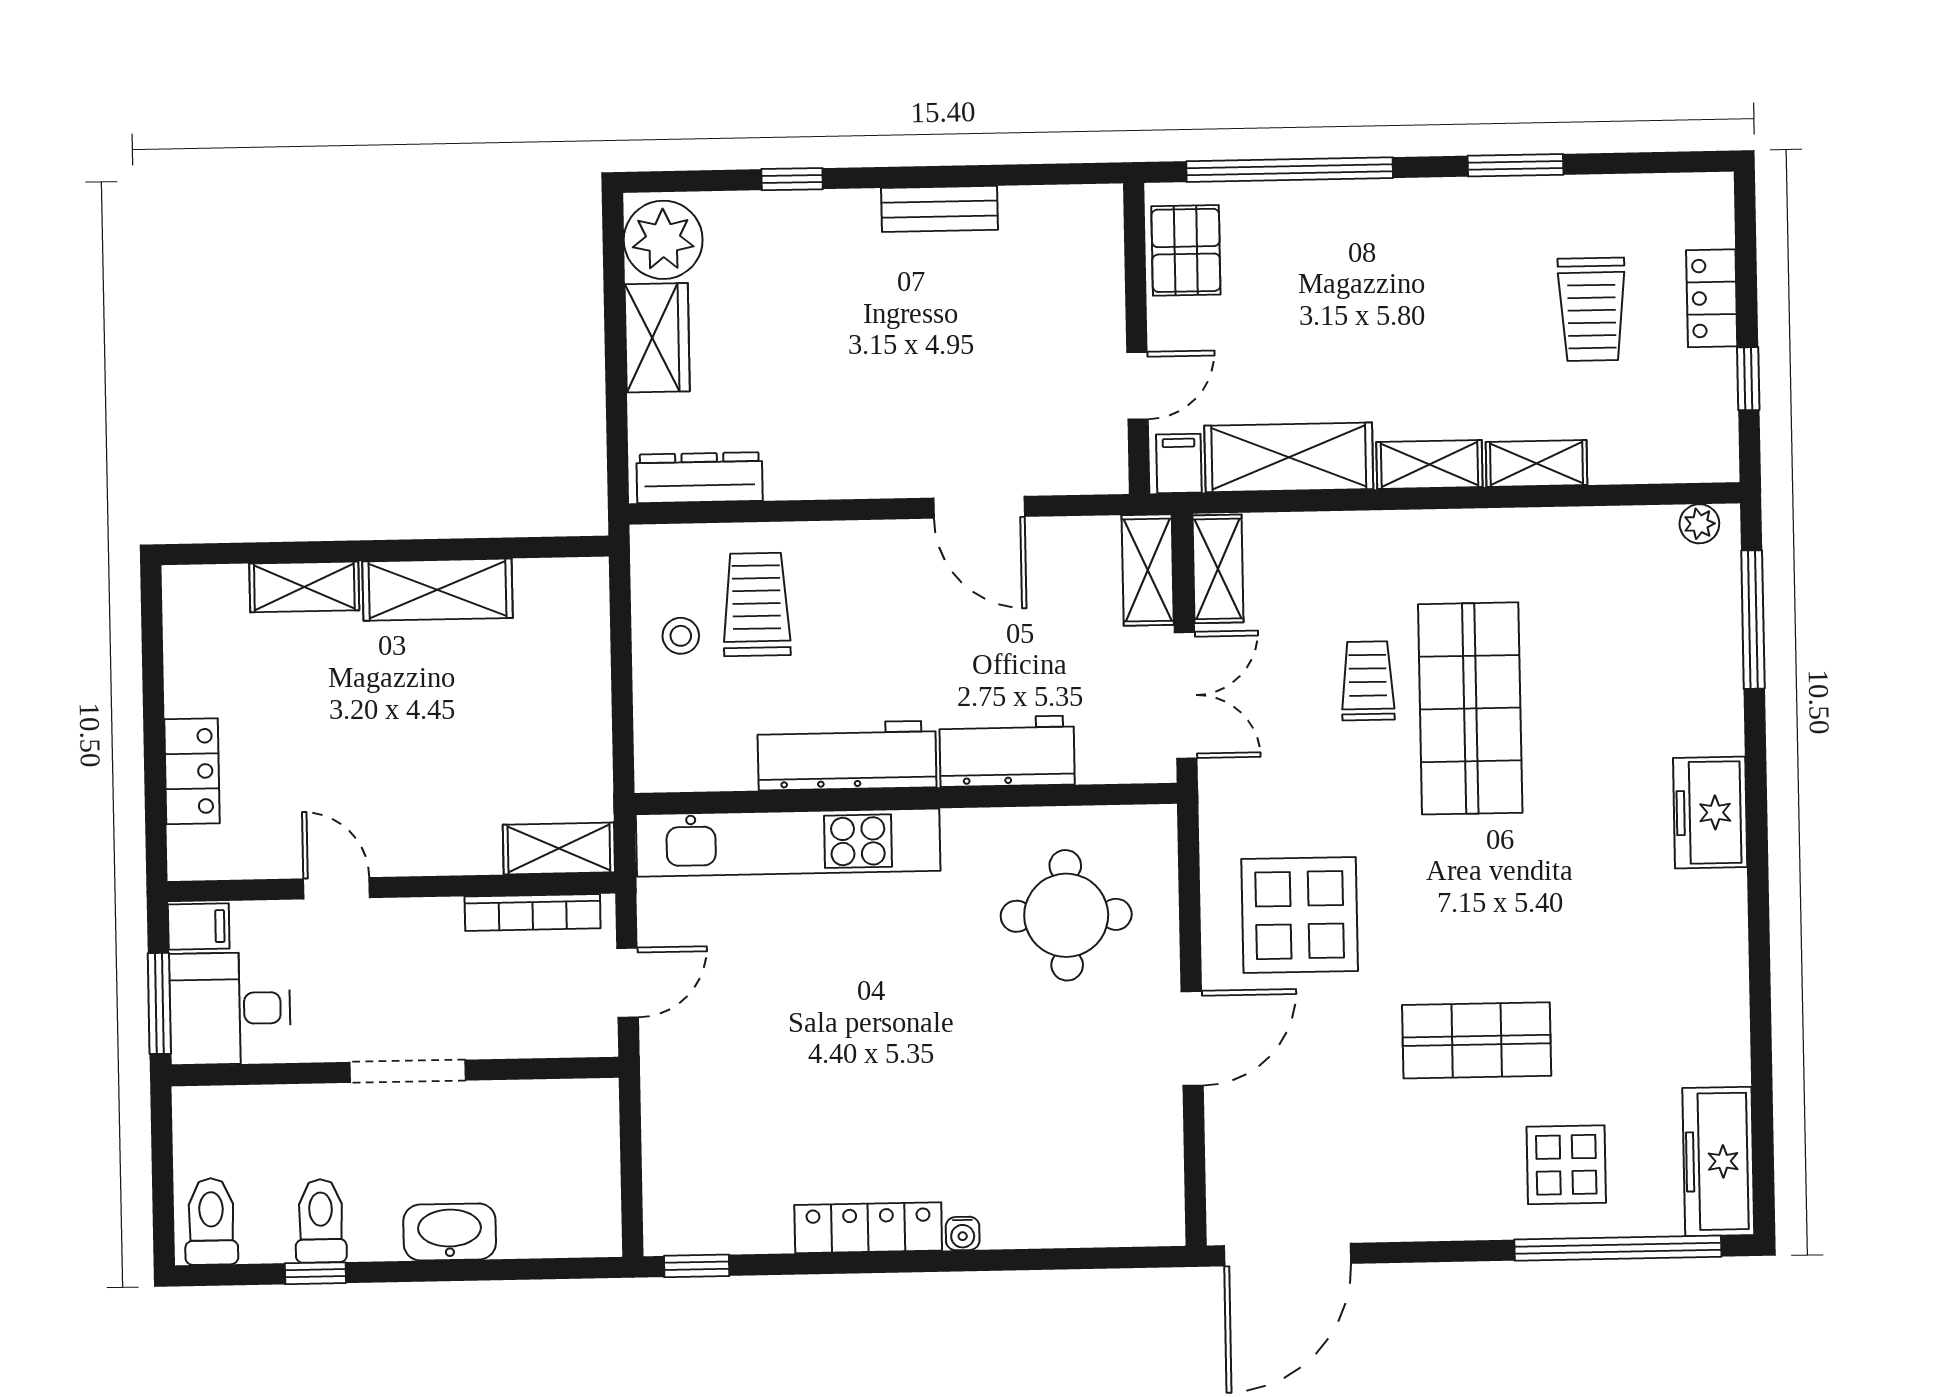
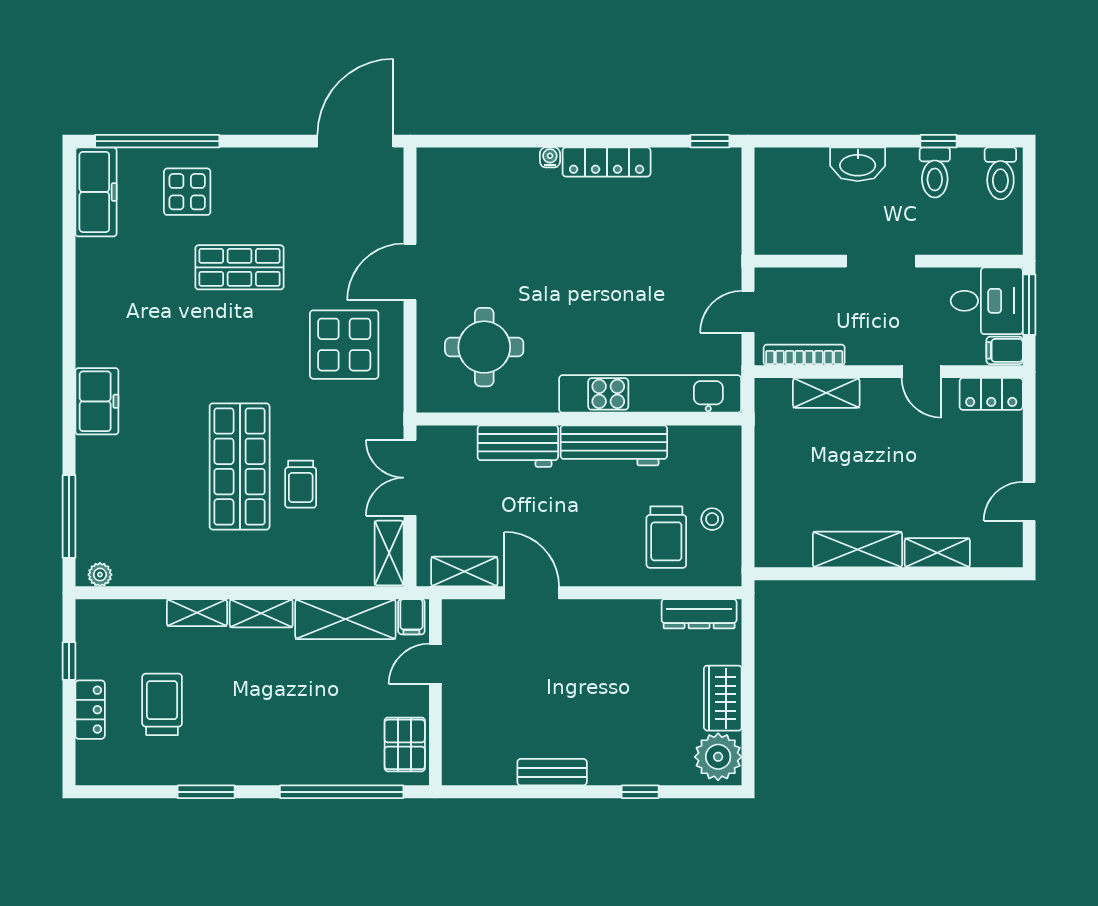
shelving: (1148, 570) -> (464, 571), moved, turned 90
door: (153, 676) -> (1029, 501), added
locker: (192, 771) -> (991, 394), moved, turned -90
shelving: (559, 849) -> (826, 393), moved

